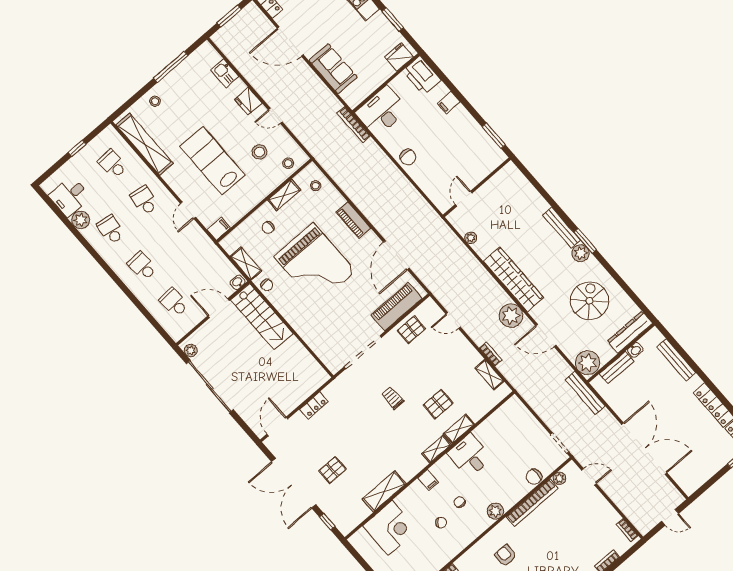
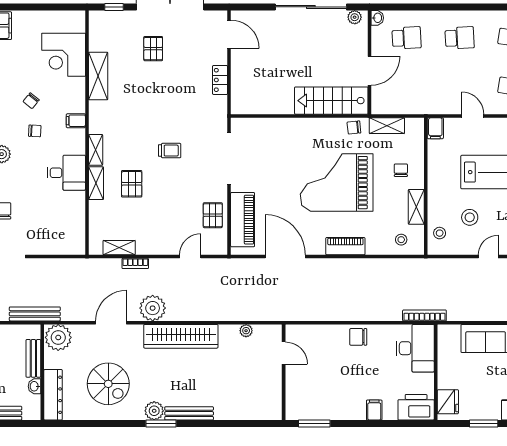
washbasin: (238, 282) -> (377, 18), moved

